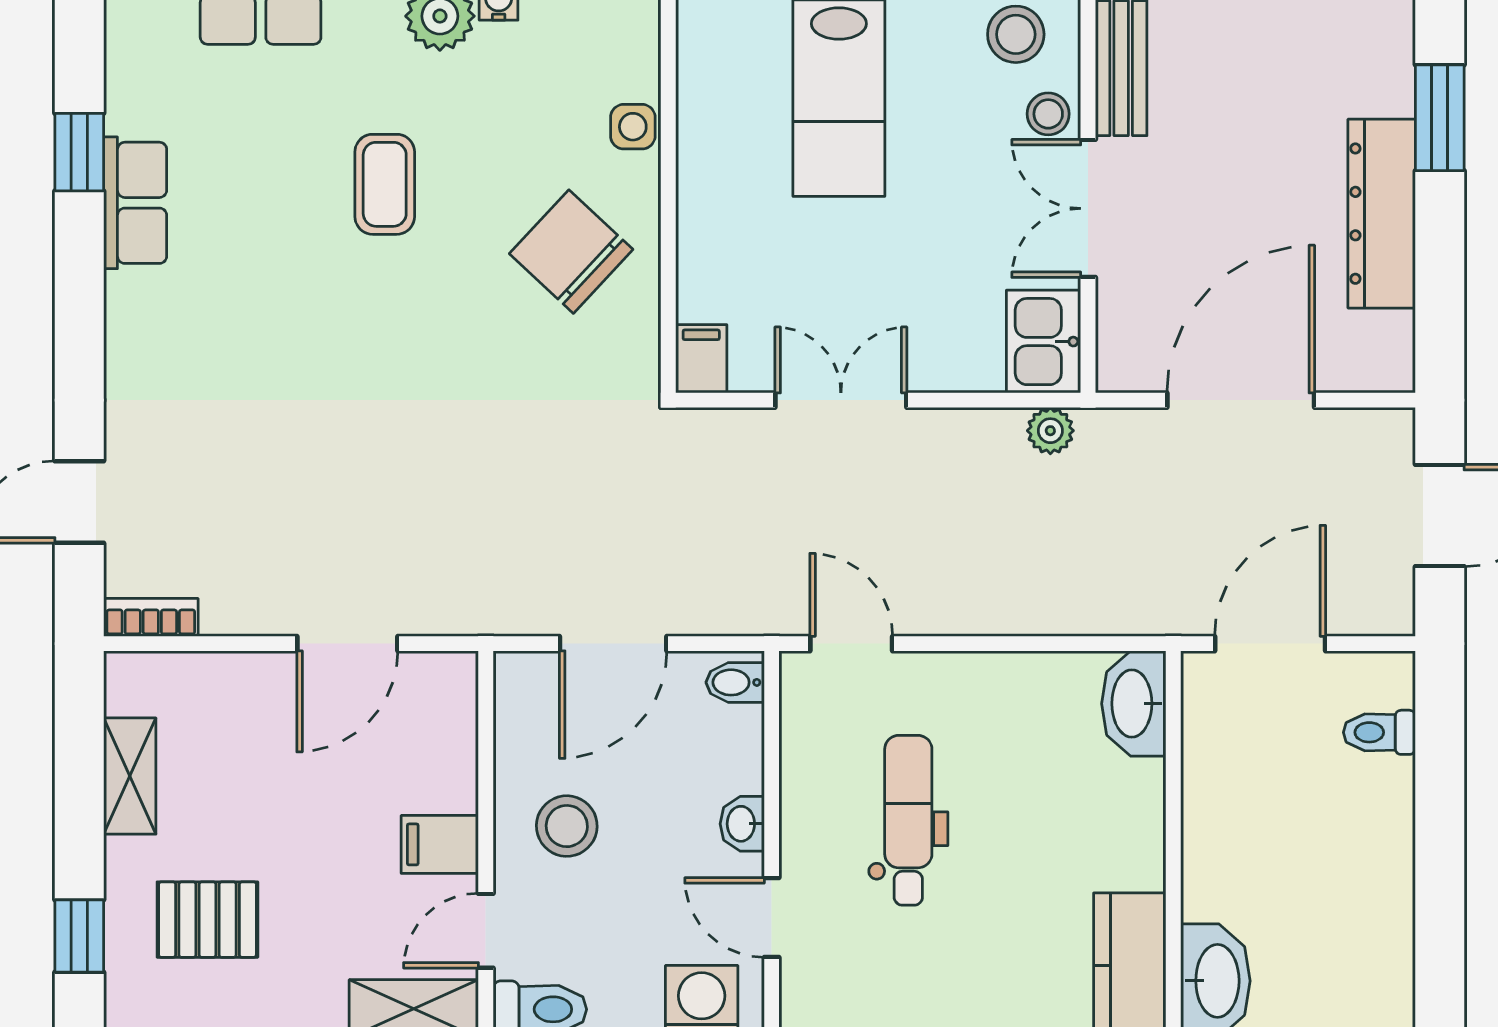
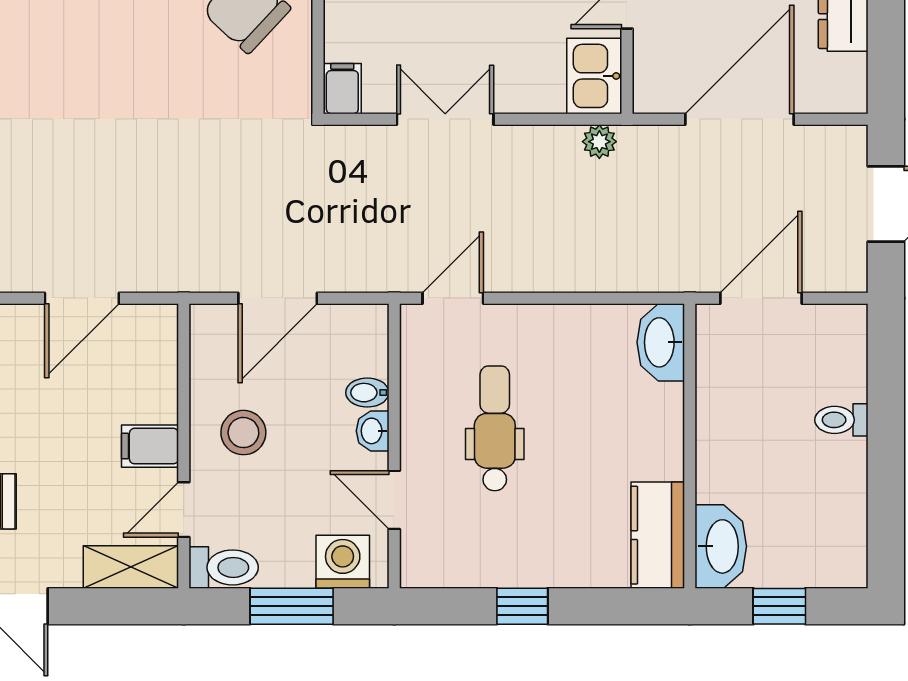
door: (851, 644) -> (453, 298), hinge flipped
bidet: (735, 682) -> (367, 393), moved
toilet: (1379, 732) -> (841, 420), moved

